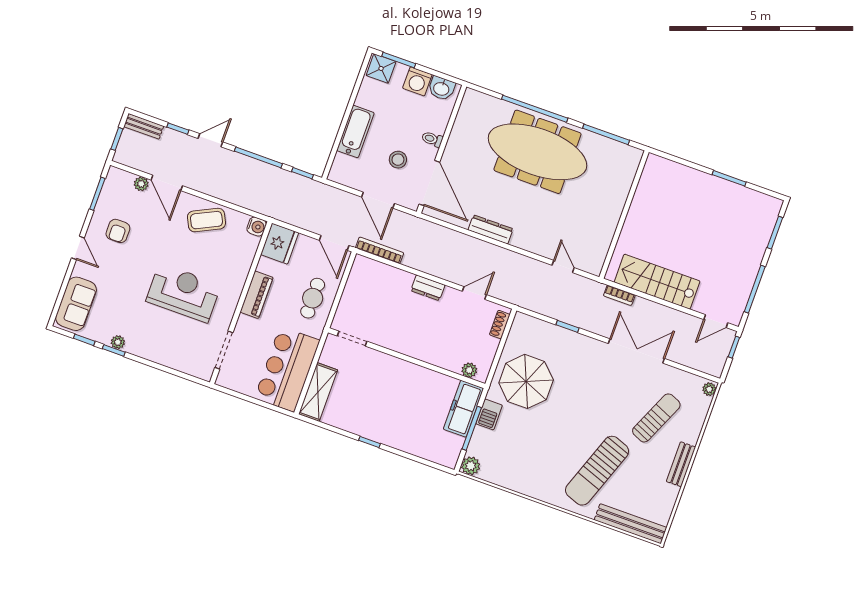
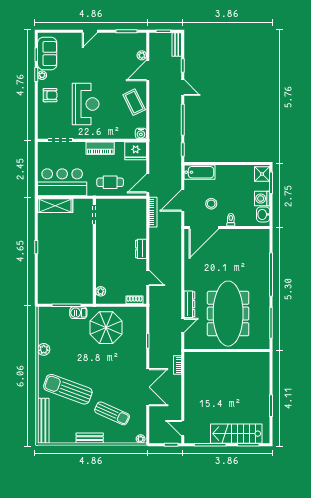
bathtub: (355, 132) -> (199, 172), moved
meeting table: (537, 152) -> (228, 314), moved
dresser: (491, 229) -> (189, 304), moved
armchair: (118, 231) -> (50, 95), moved, turned 180
stairs: (657, 282) -> (236, 434), moved, turned -90
sofa: (76, 304) -> (47, 54), moved, turned -90
freezer: (463, 409) -> (76, 296), removed
plant: (471, 466) -> (44, 349), moved

